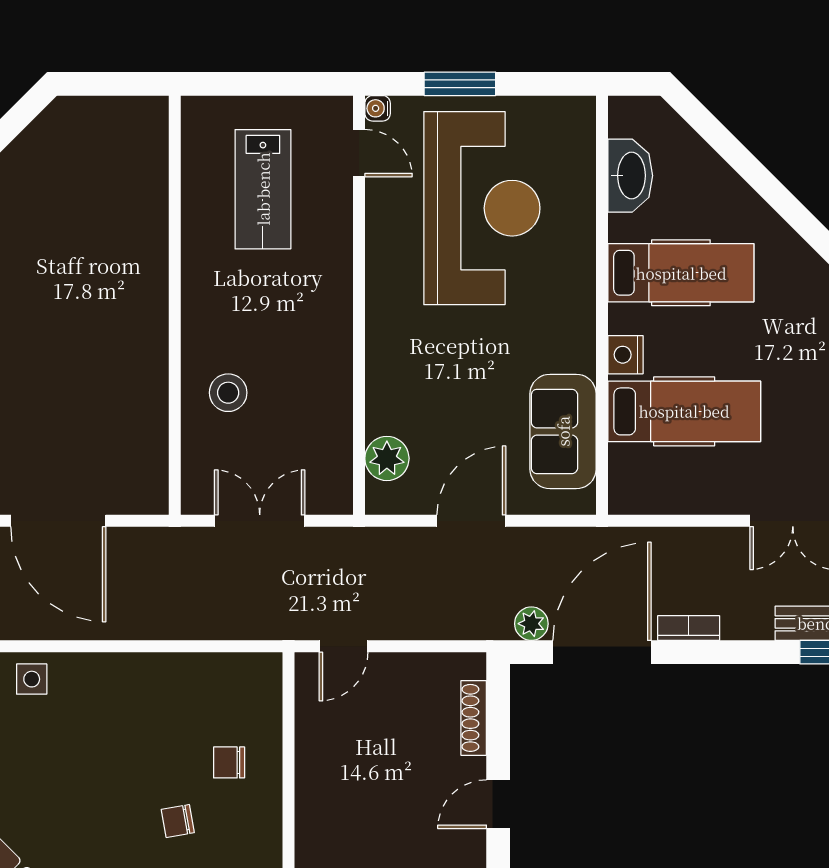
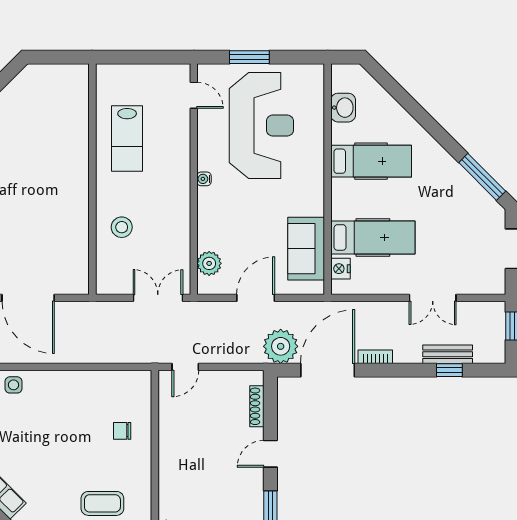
water cooler: (378, 108) -> (204, 179), moved
washbasin: (630, 176) -> (343, 108), width x0.72
lab bench: (263, 189) -> (127, 139), moved
nightstand: (625, 355) -> (341, 269), moved
double door: (260, 521) -> (158, 298), moved
plant: (531, 624) -> (281, 346), width x1.88, depth x1.88
chair: (178, 821) -> (94, 463), removed

